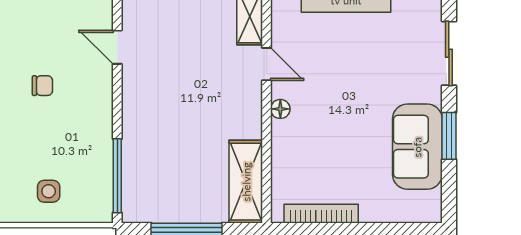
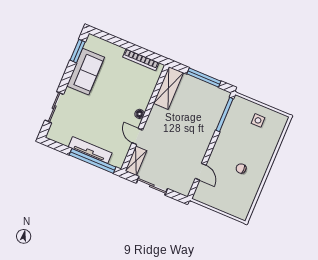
window: (449, 136) -> (78, 51), moved

